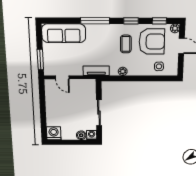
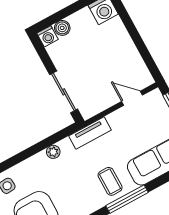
coffee table: (126, 44) -> (110, 181), moved
sliding door: (99, 113) -> (64, 92), moved

